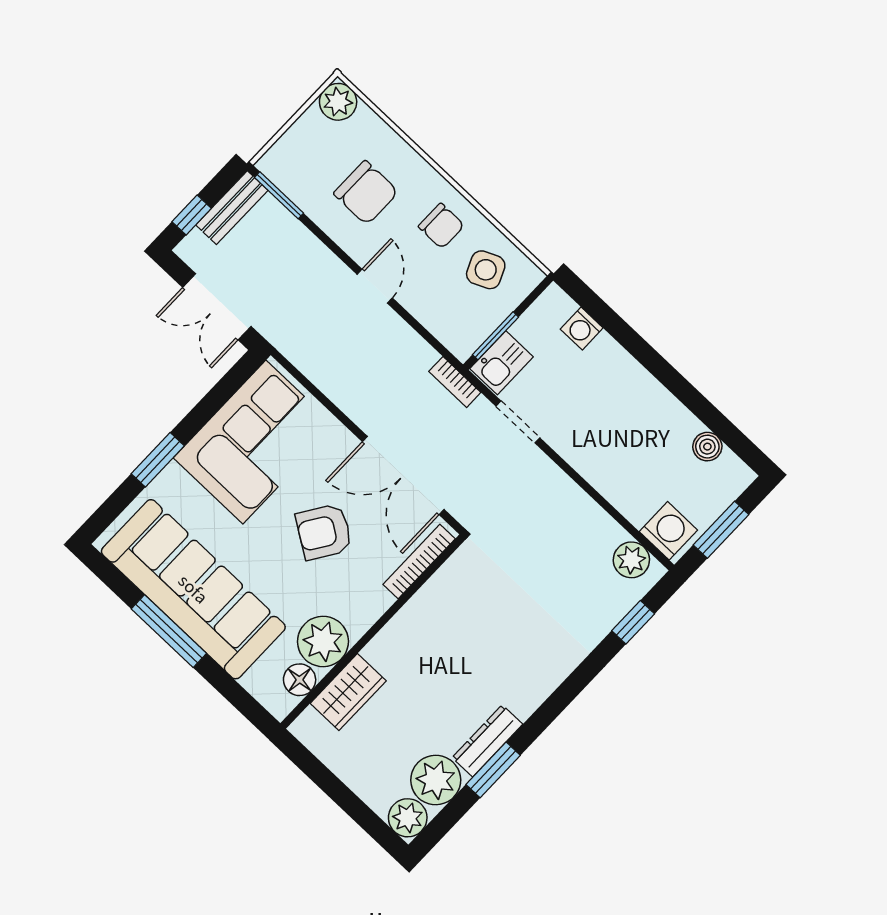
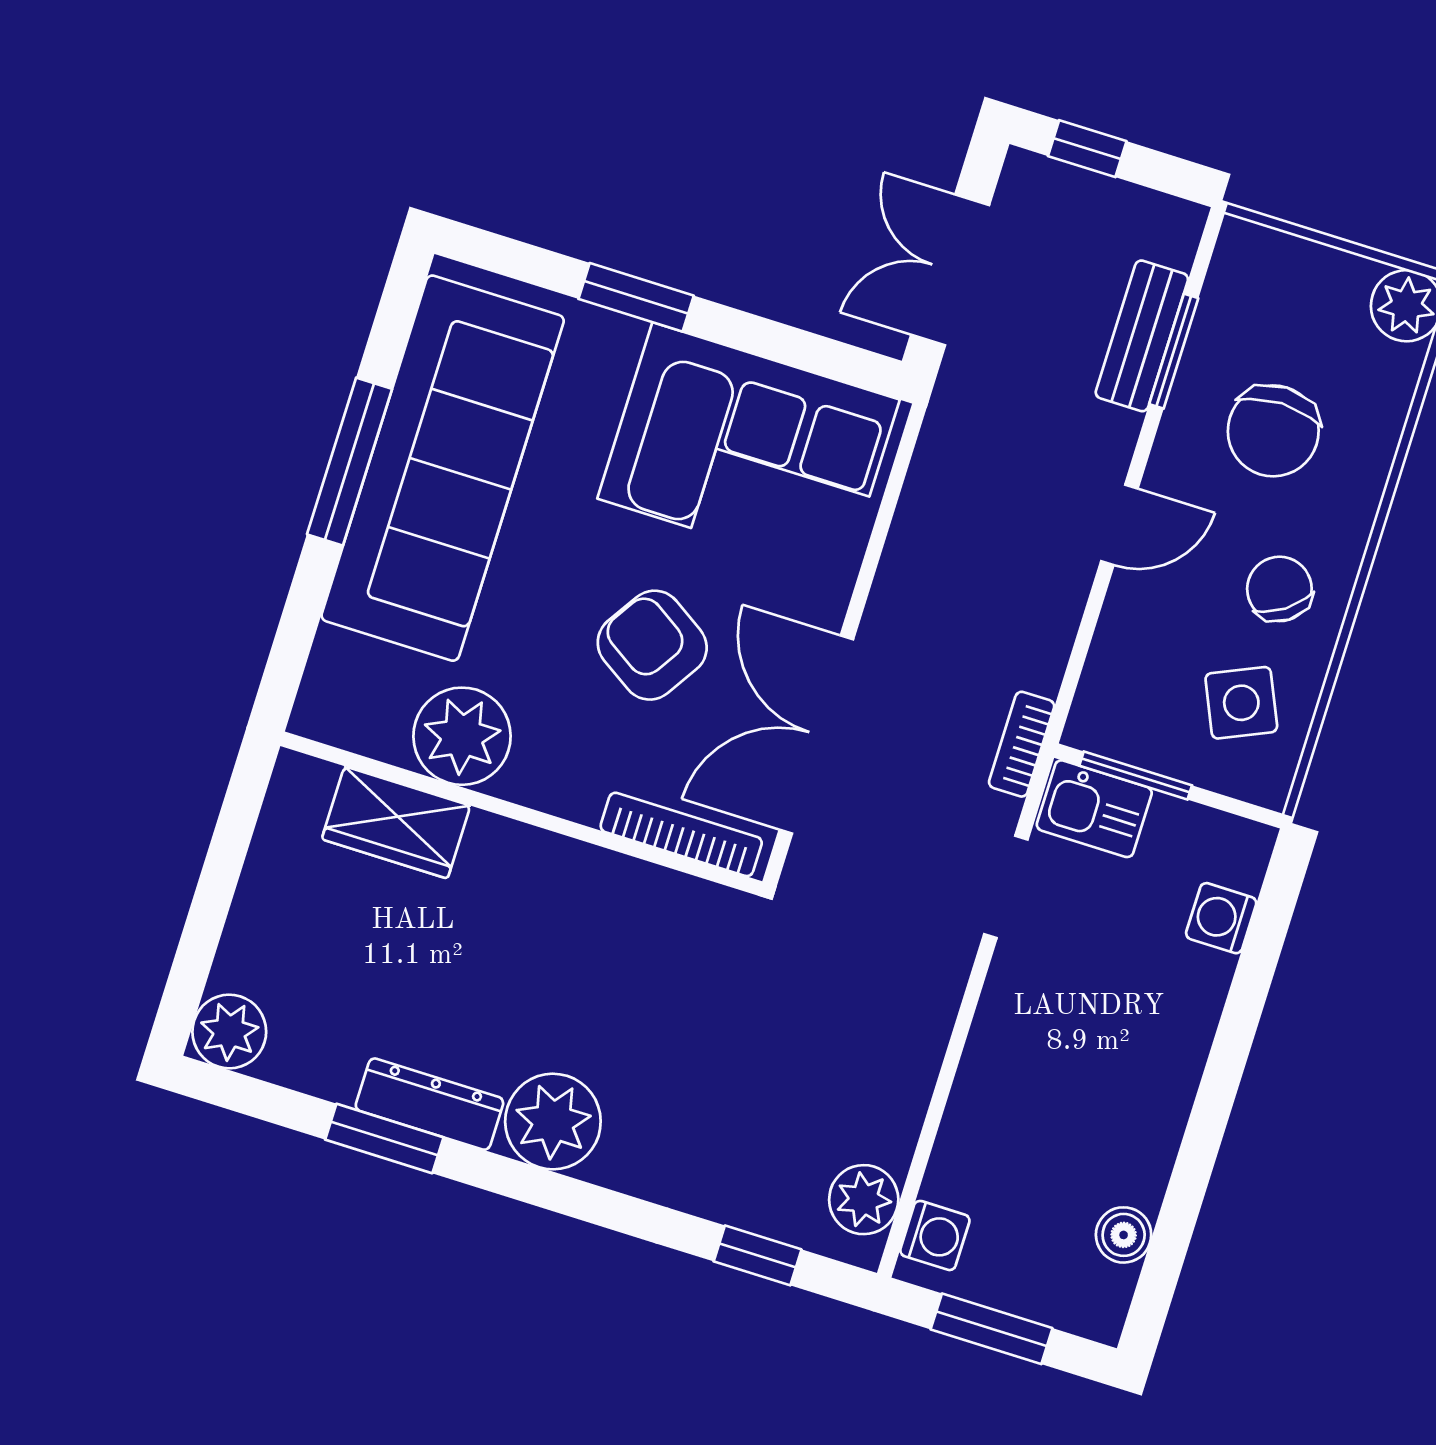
window: (279, 195) -> (1174, 351), moved
bench: (232, 208) -> (1142, 336), moved, turned 90
chair: (441, 226) -> (1279, 589), turned 145
washing machine: (668, 531) -> (935, 1235), width x0.73, depth x0.73
floor lamp: (300, 680) -> (376, 728), removed
plant: (436, 780) -> (553, 1122), moved

